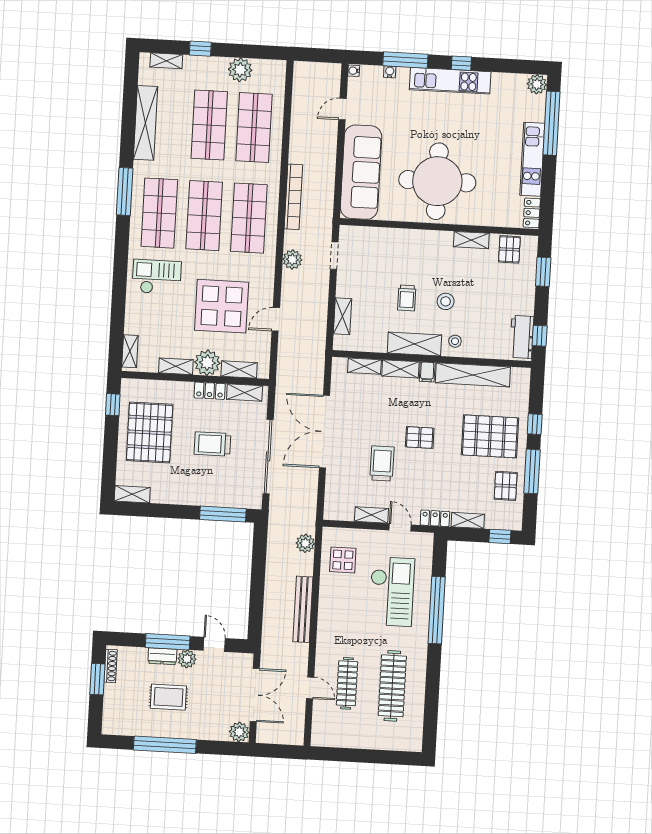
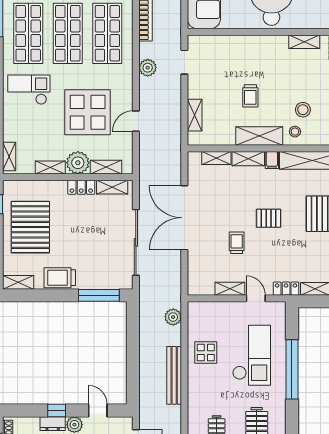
stool: (446, 301) -> (303, 110), moved
trolley: (212, 444) -> (60, 278), moved
trolley: (382, 463) -> (237, 243), width x0.73, depth x0.72
display table: (343, 560) -> (206, 353), moved
window: (168, 642) -> (57, 410), width x0.46

